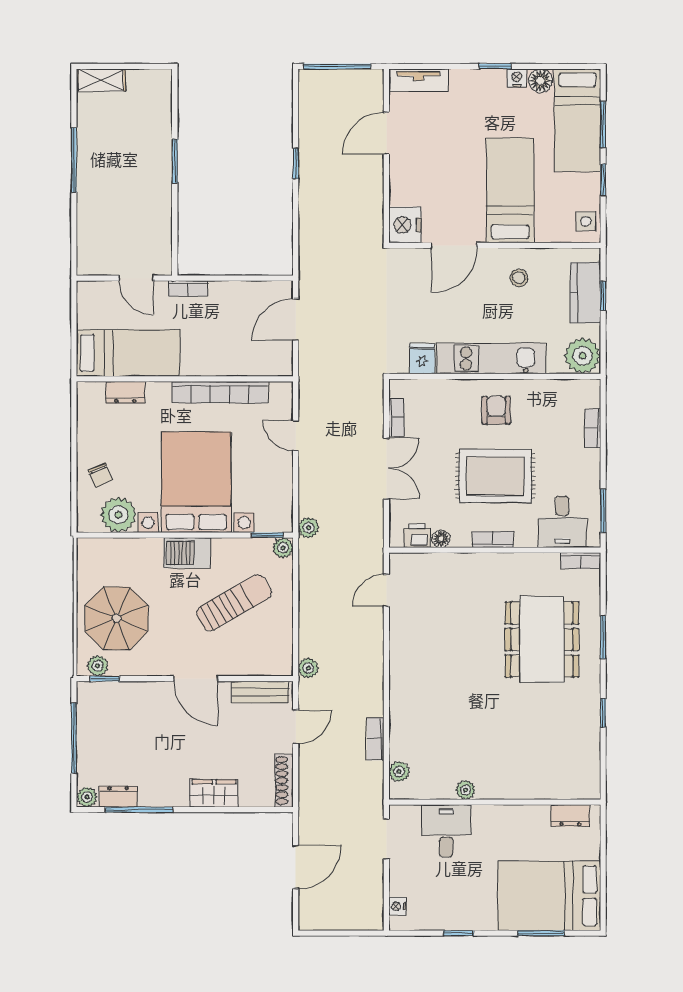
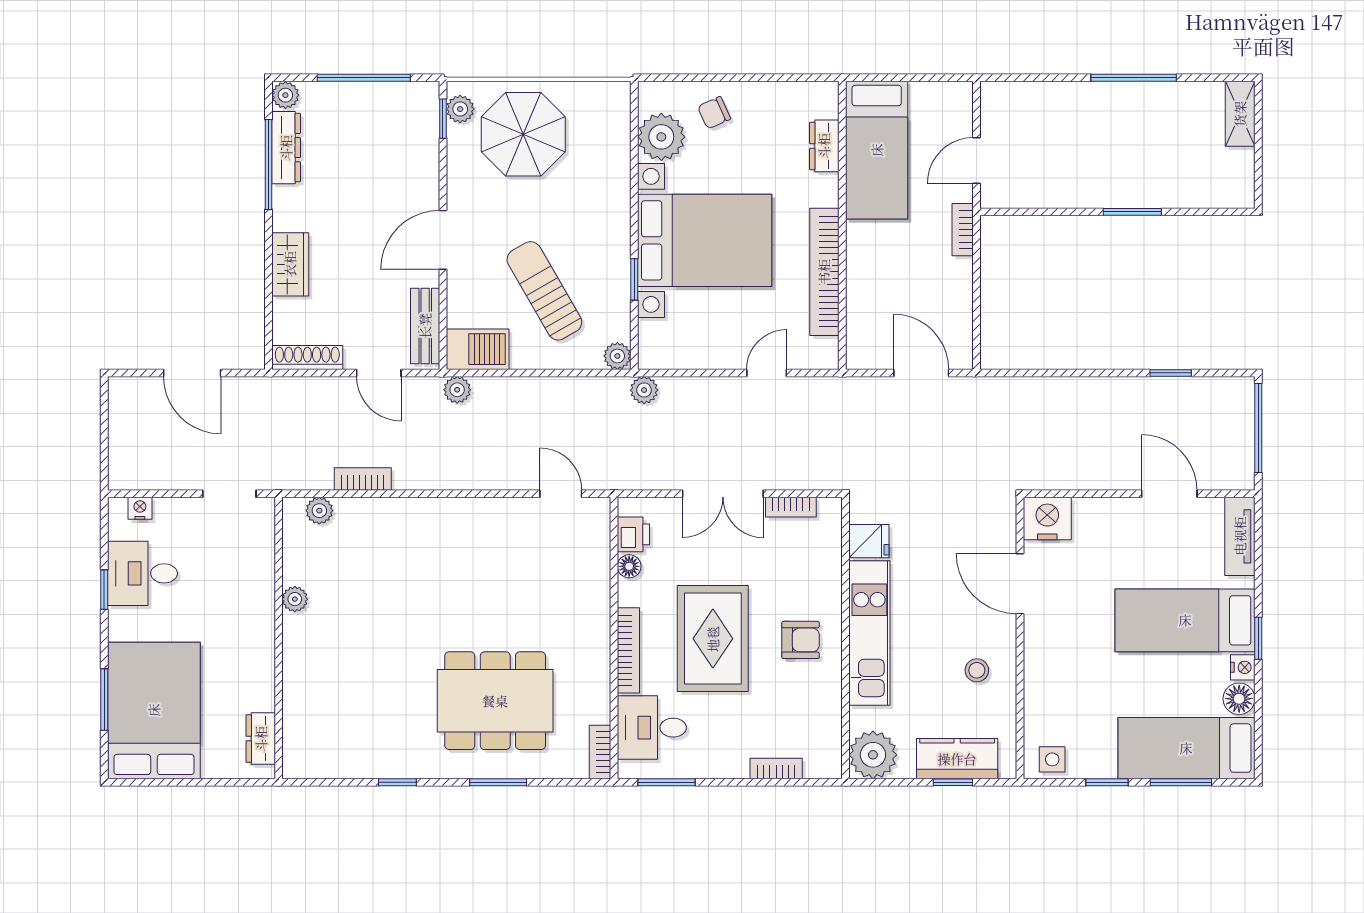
window: (296, 164) -> (1171, 373), moved
bed: (510, 190) -> (1185, 620), moved, turned 180
window: (267, 535) -> (634, 279), moved
bookcase: (493, 539) -> (628, 650), width x1.56
barbecue: (187, 553) -> (478, 349), moved, turned 90
sun lounger: (234, 603) -> (544, 291), turned 180
dresser: (118, 797) -> (286, 148), width x1.44
desk: (446, 831) -> (142, 573), moved, turned 180

